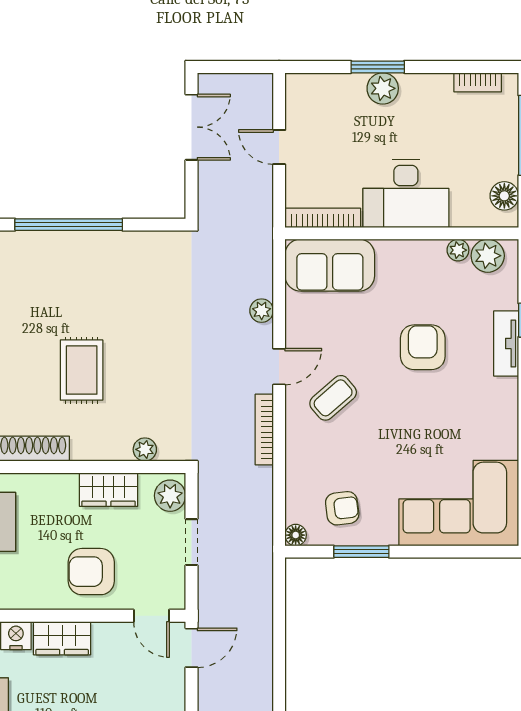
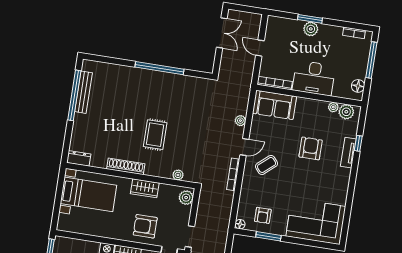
wardrobe: (108, 490) -> (145, 188), moved
armchair: (342, 508) -> (263, 215), turned 97
doorway: (192, 542) -> (190, 236), moved

